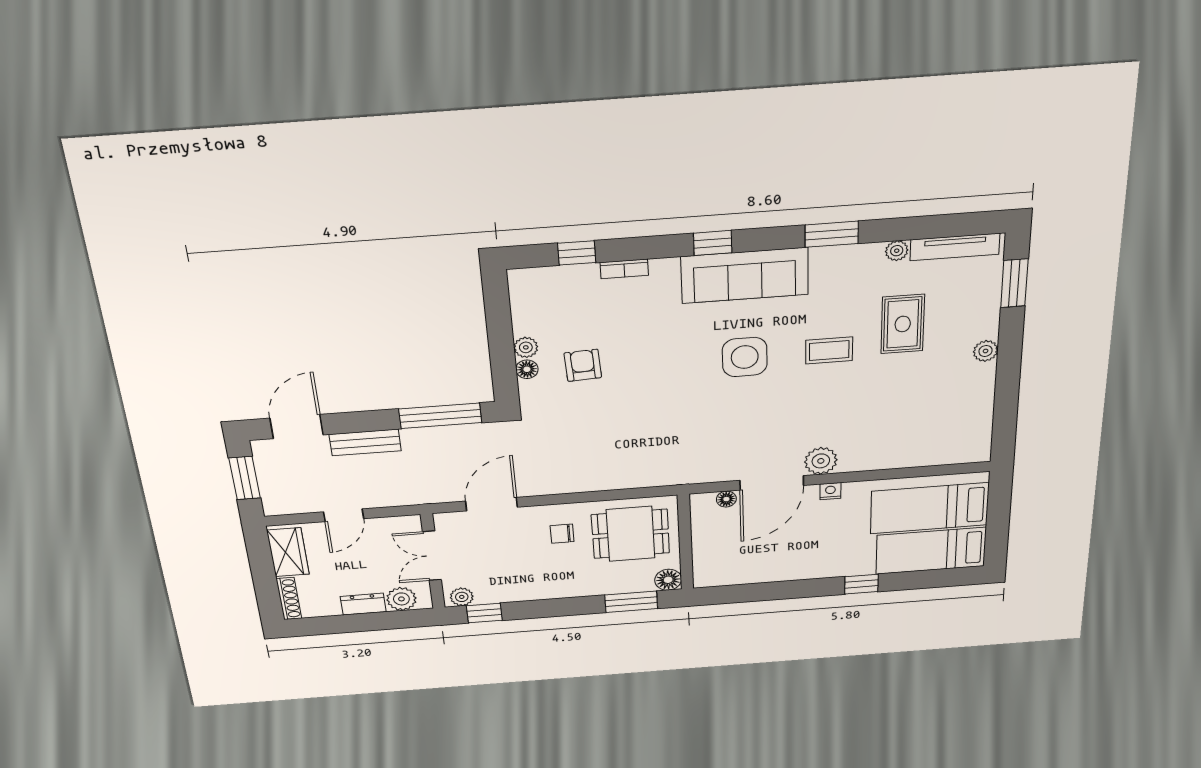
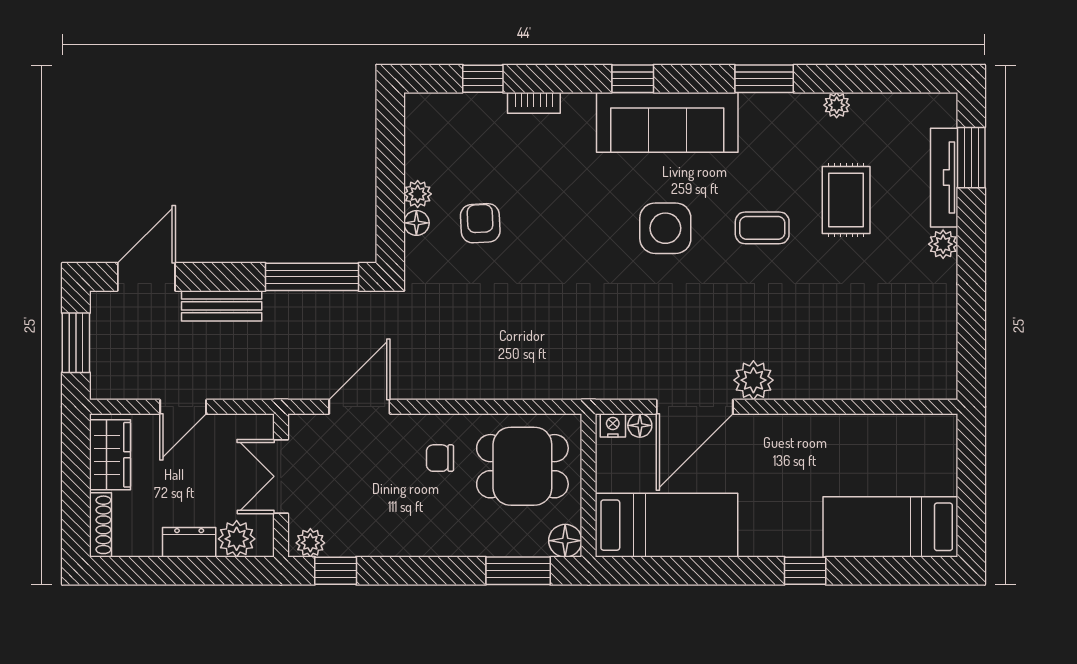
tv unit: (955, 247) -> (944, 178), moved, turned 90
nightstand: (830, 491) -> (613, 425), moved
bed: (930, 508) -> (666, 525), moved, turned 180

